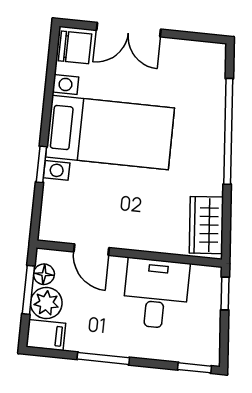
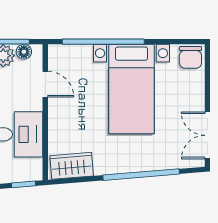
double door: (129, 30) -> (207, 135), moved
window: (41, 164) -> (103, 42), width x3.17
door: (91, 250) -> (45, 84), swing flipped

